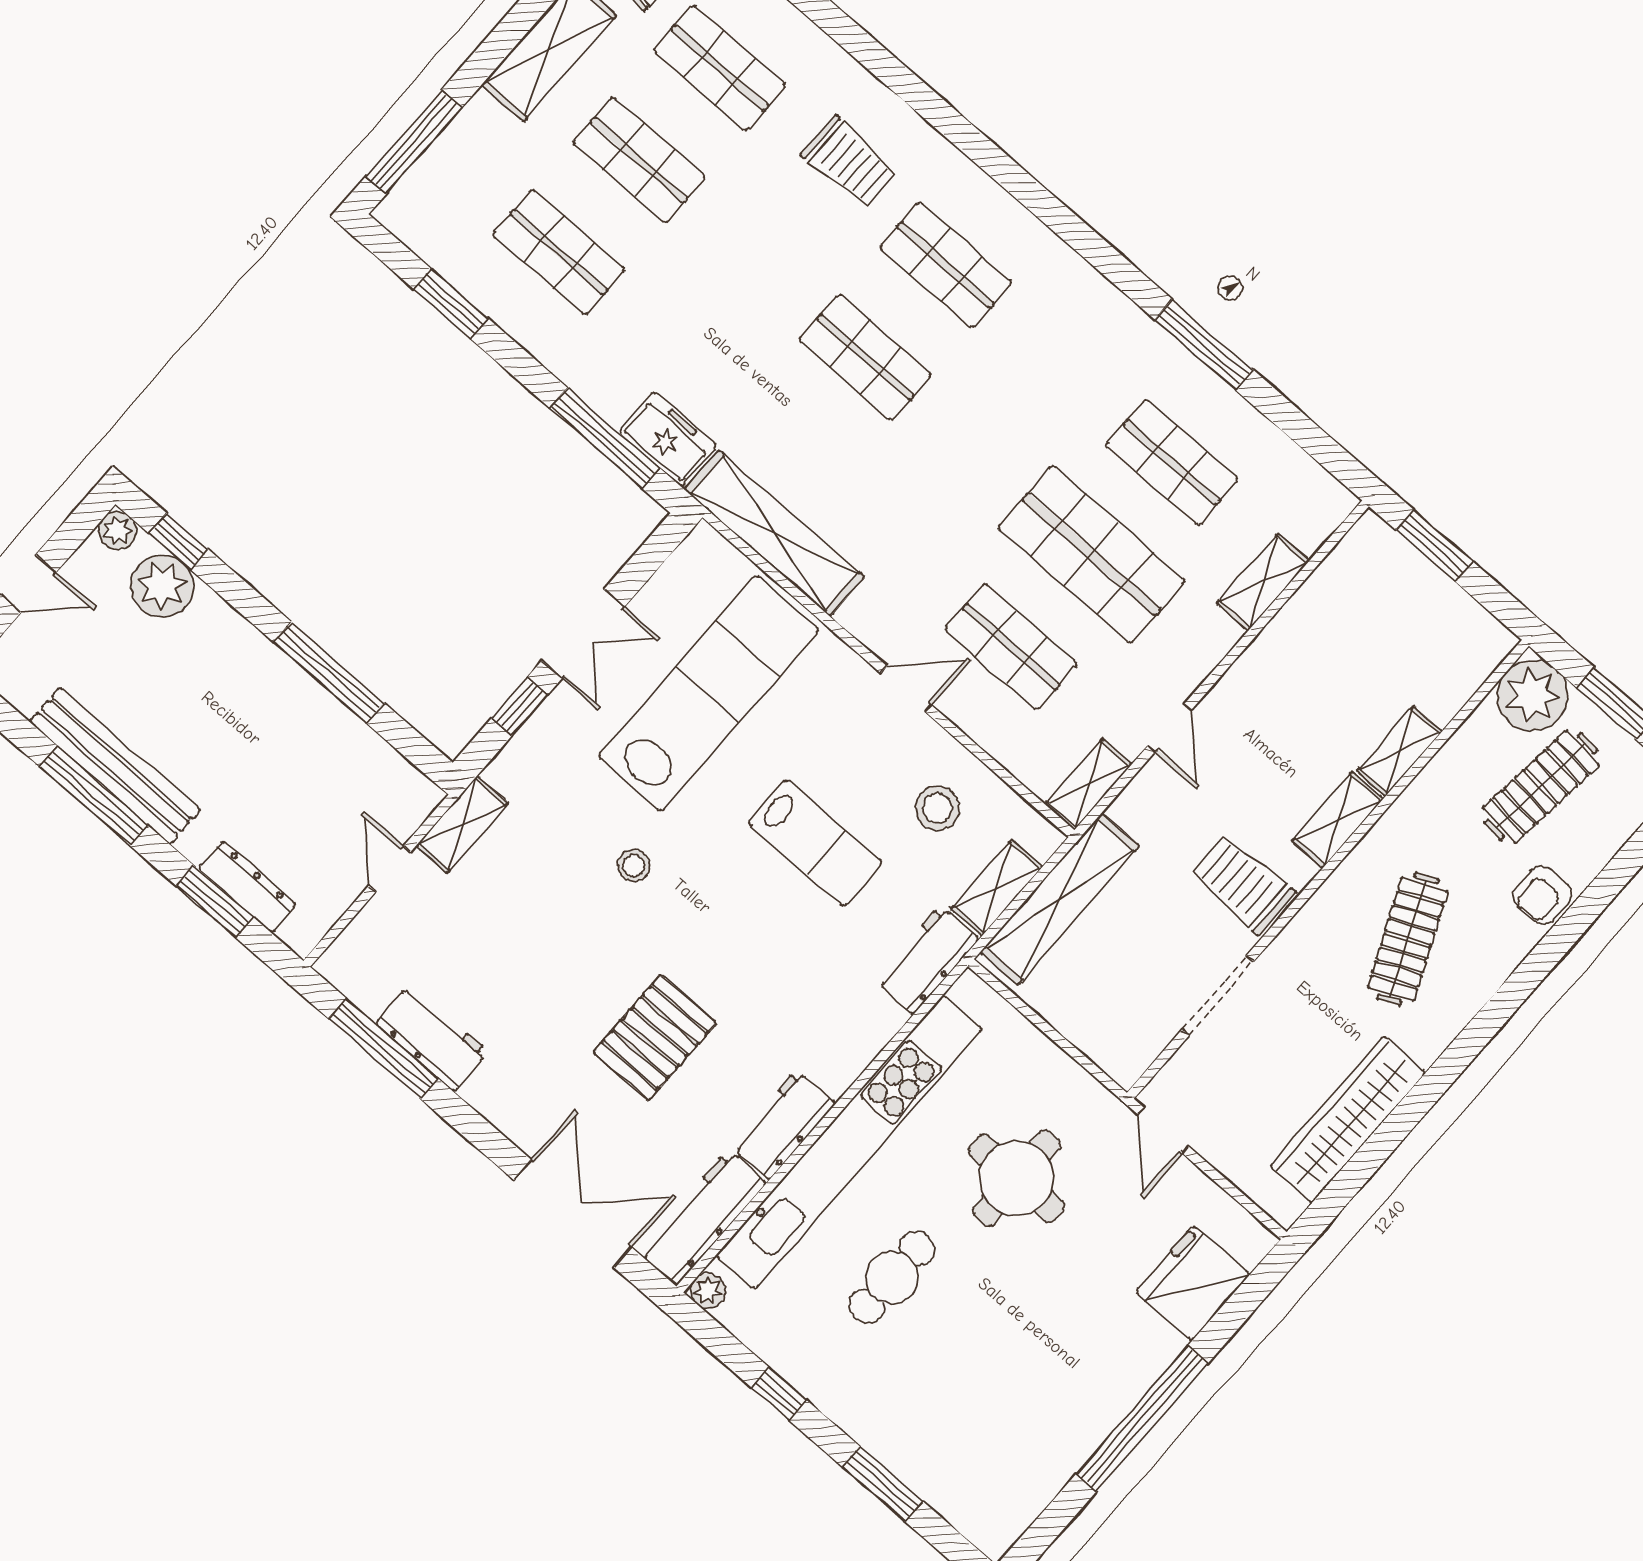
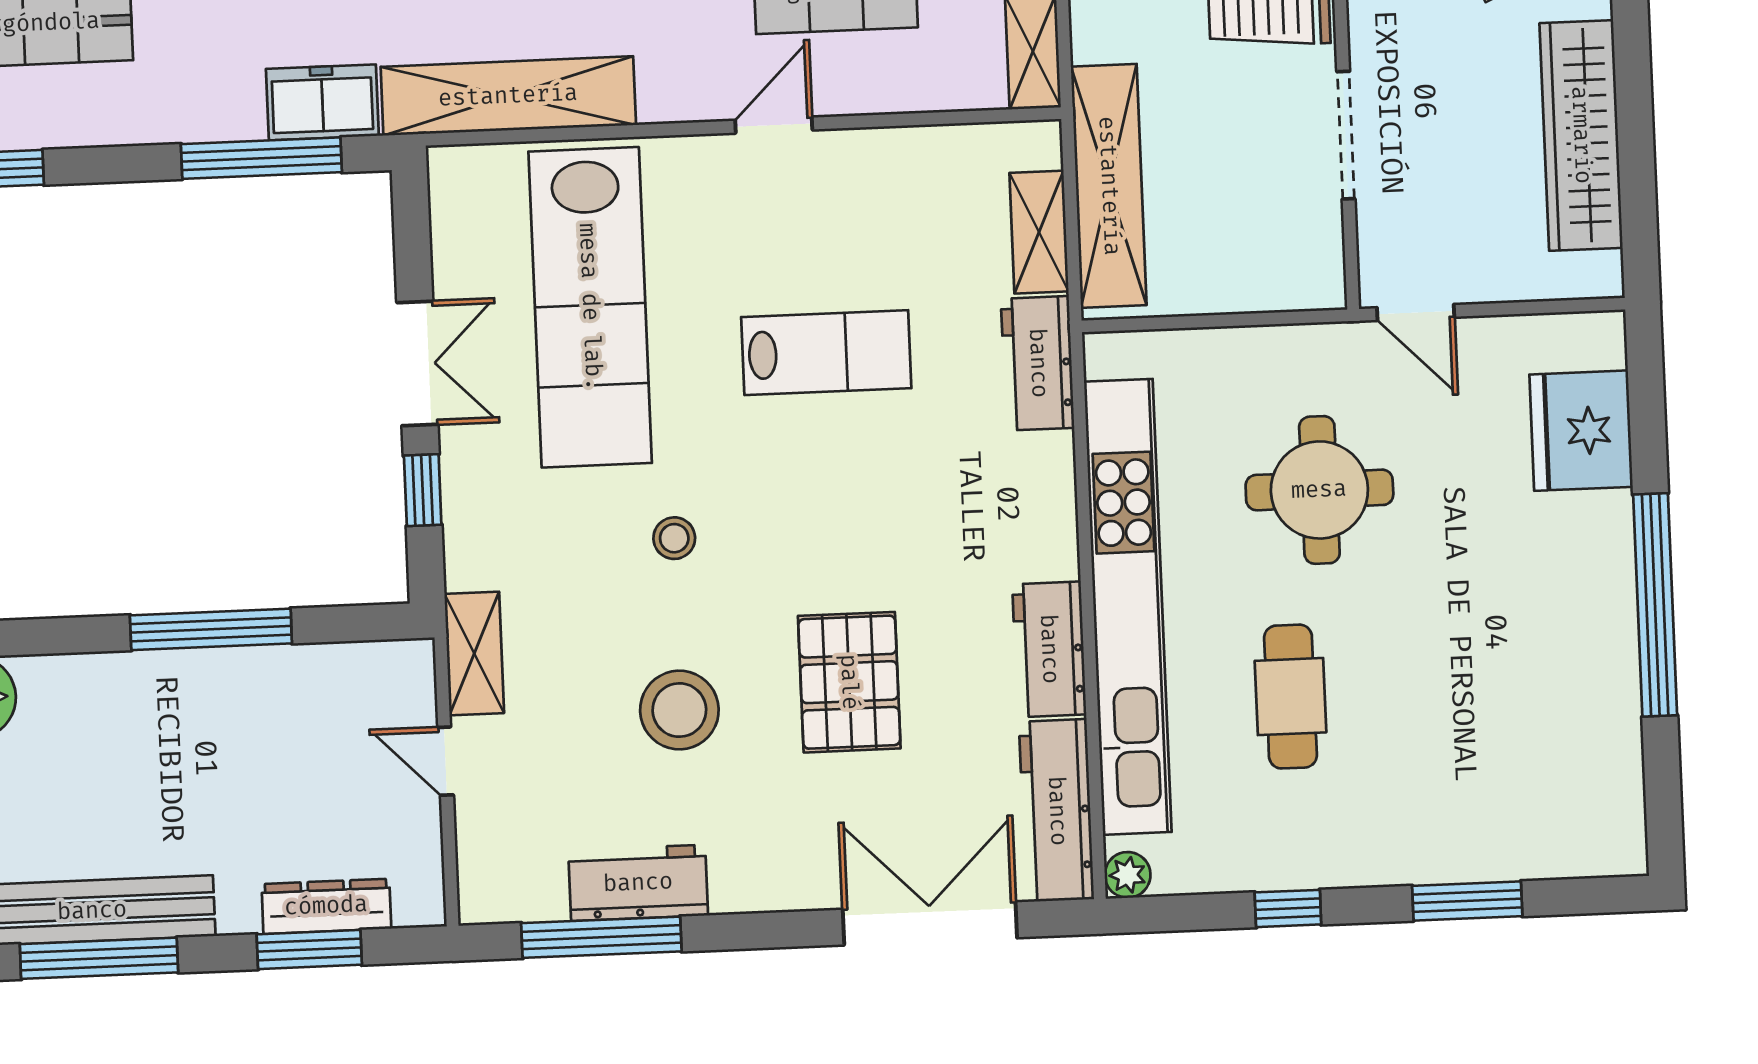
lab bench: (708, 693) -> (590, 307), turned 180
stool: (938, 808) -> (679, 710), moved, width x1.38, depth x1.38

